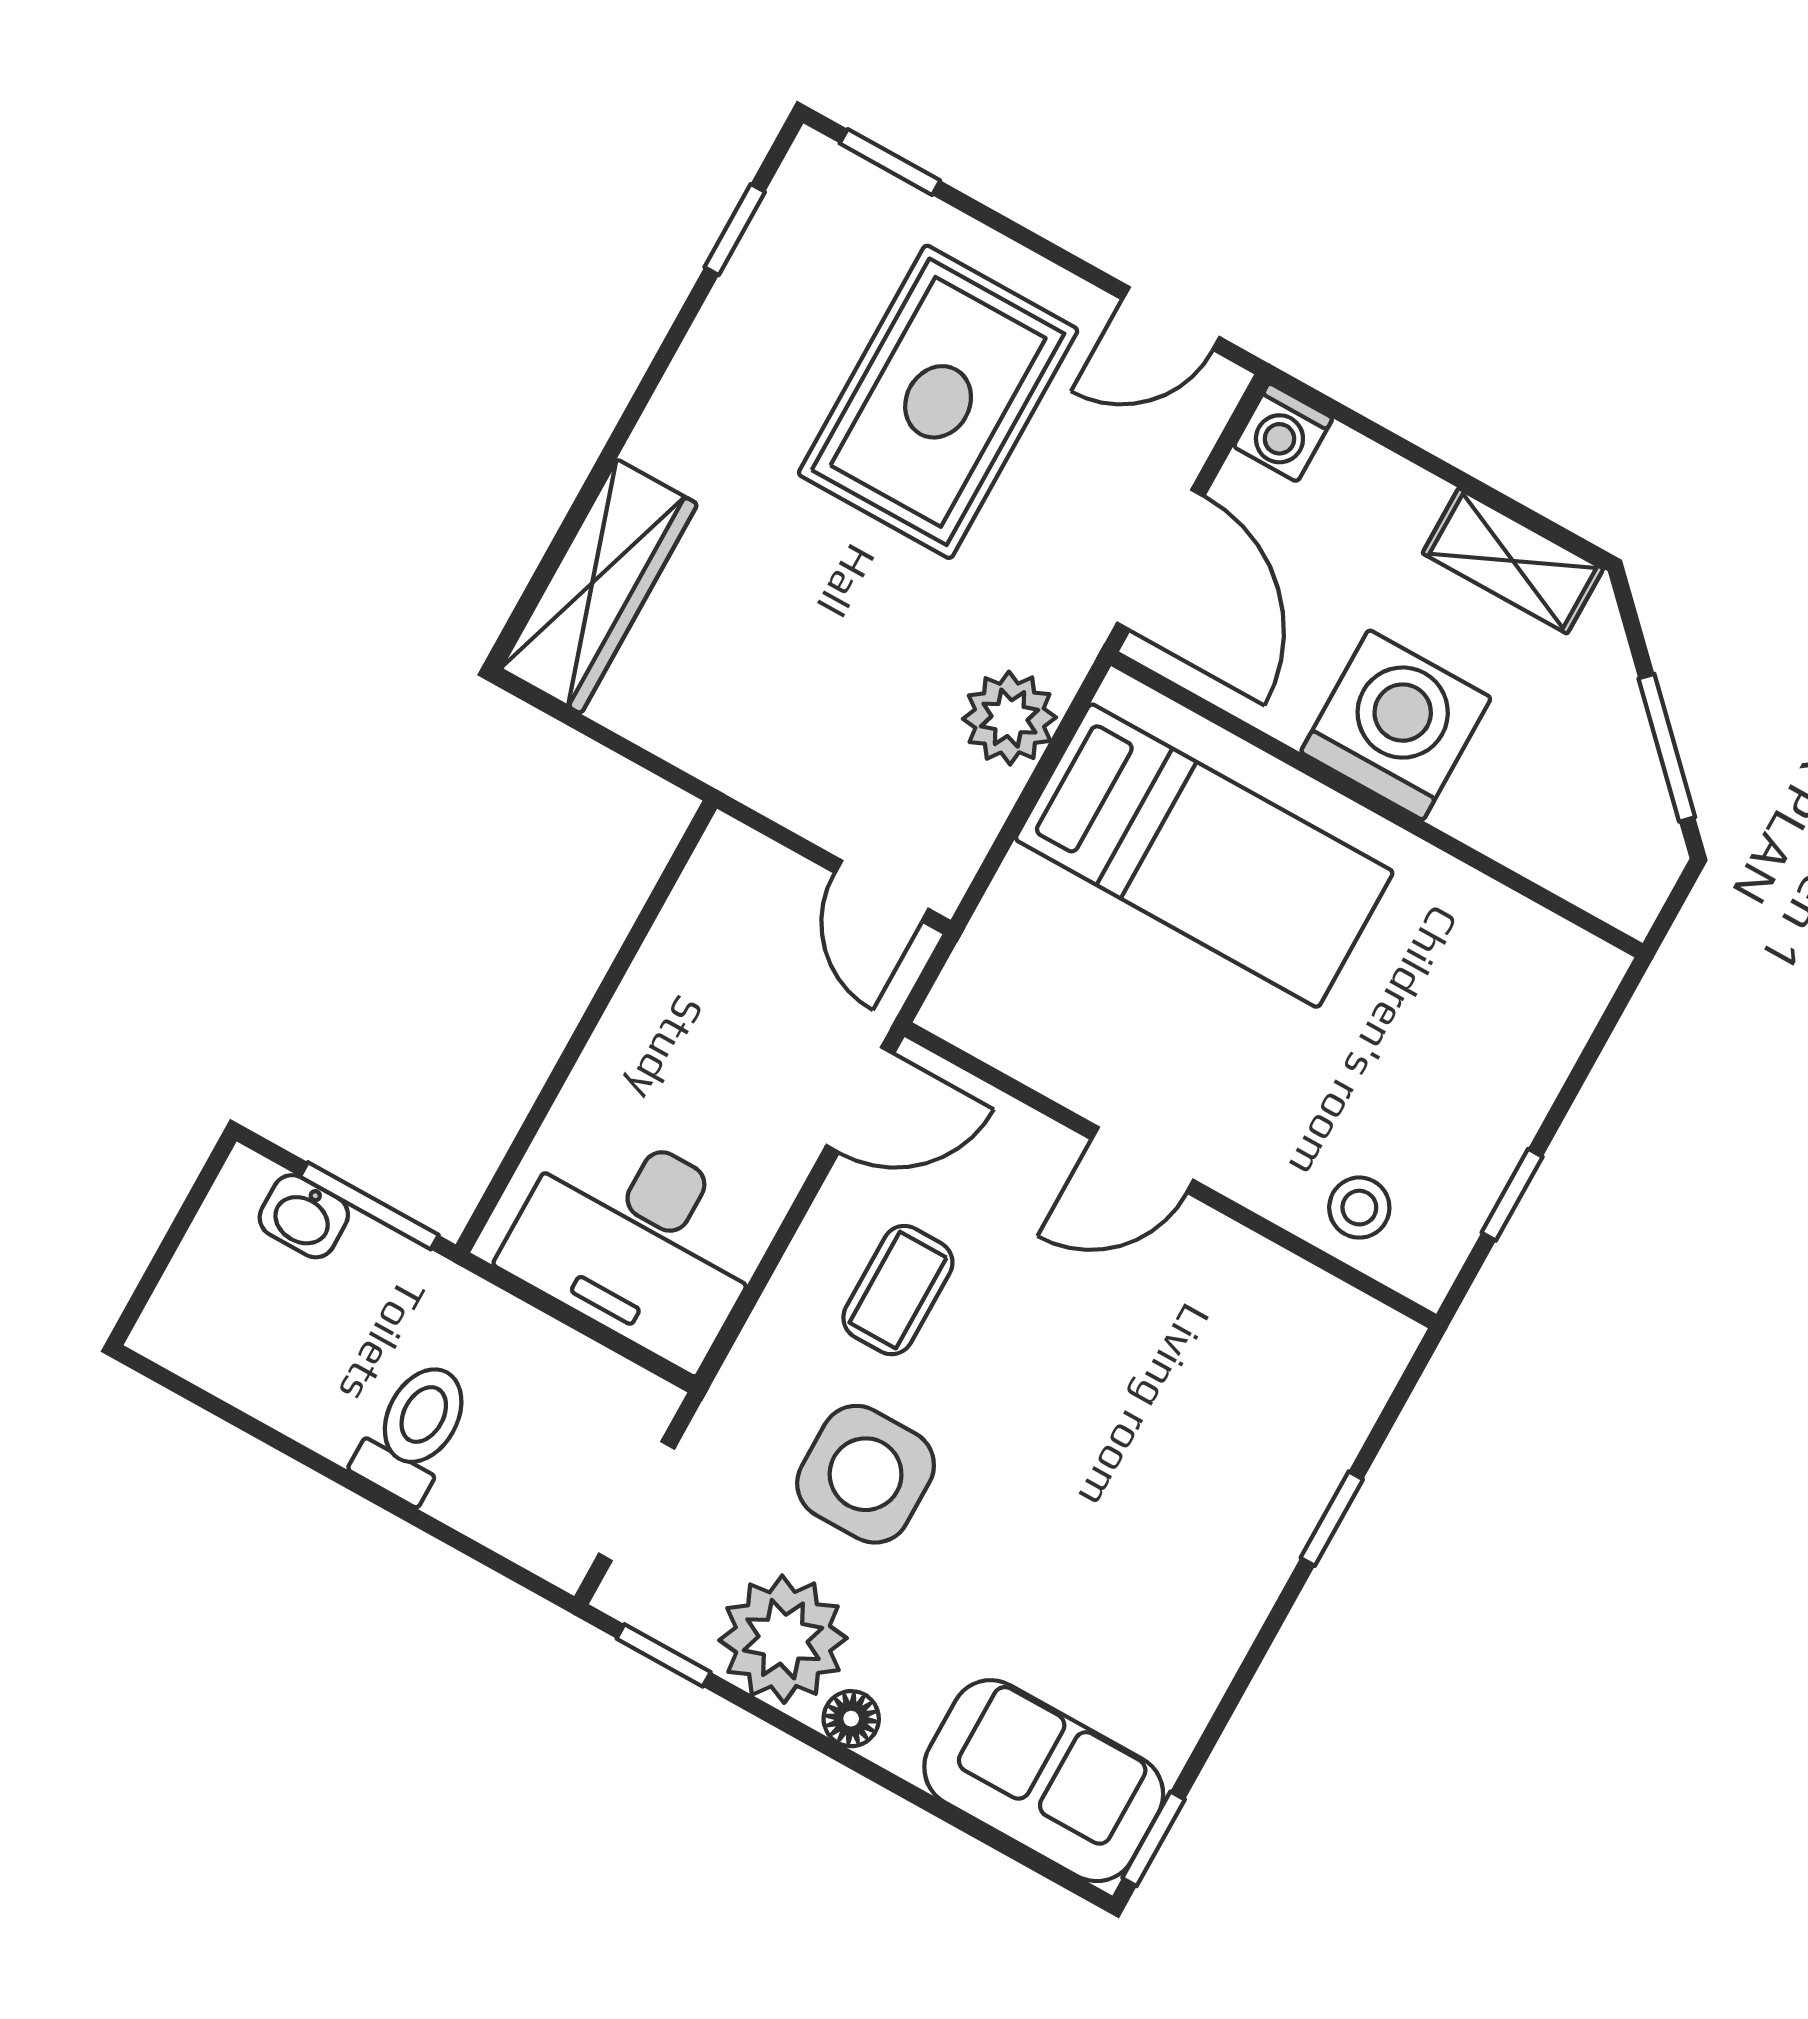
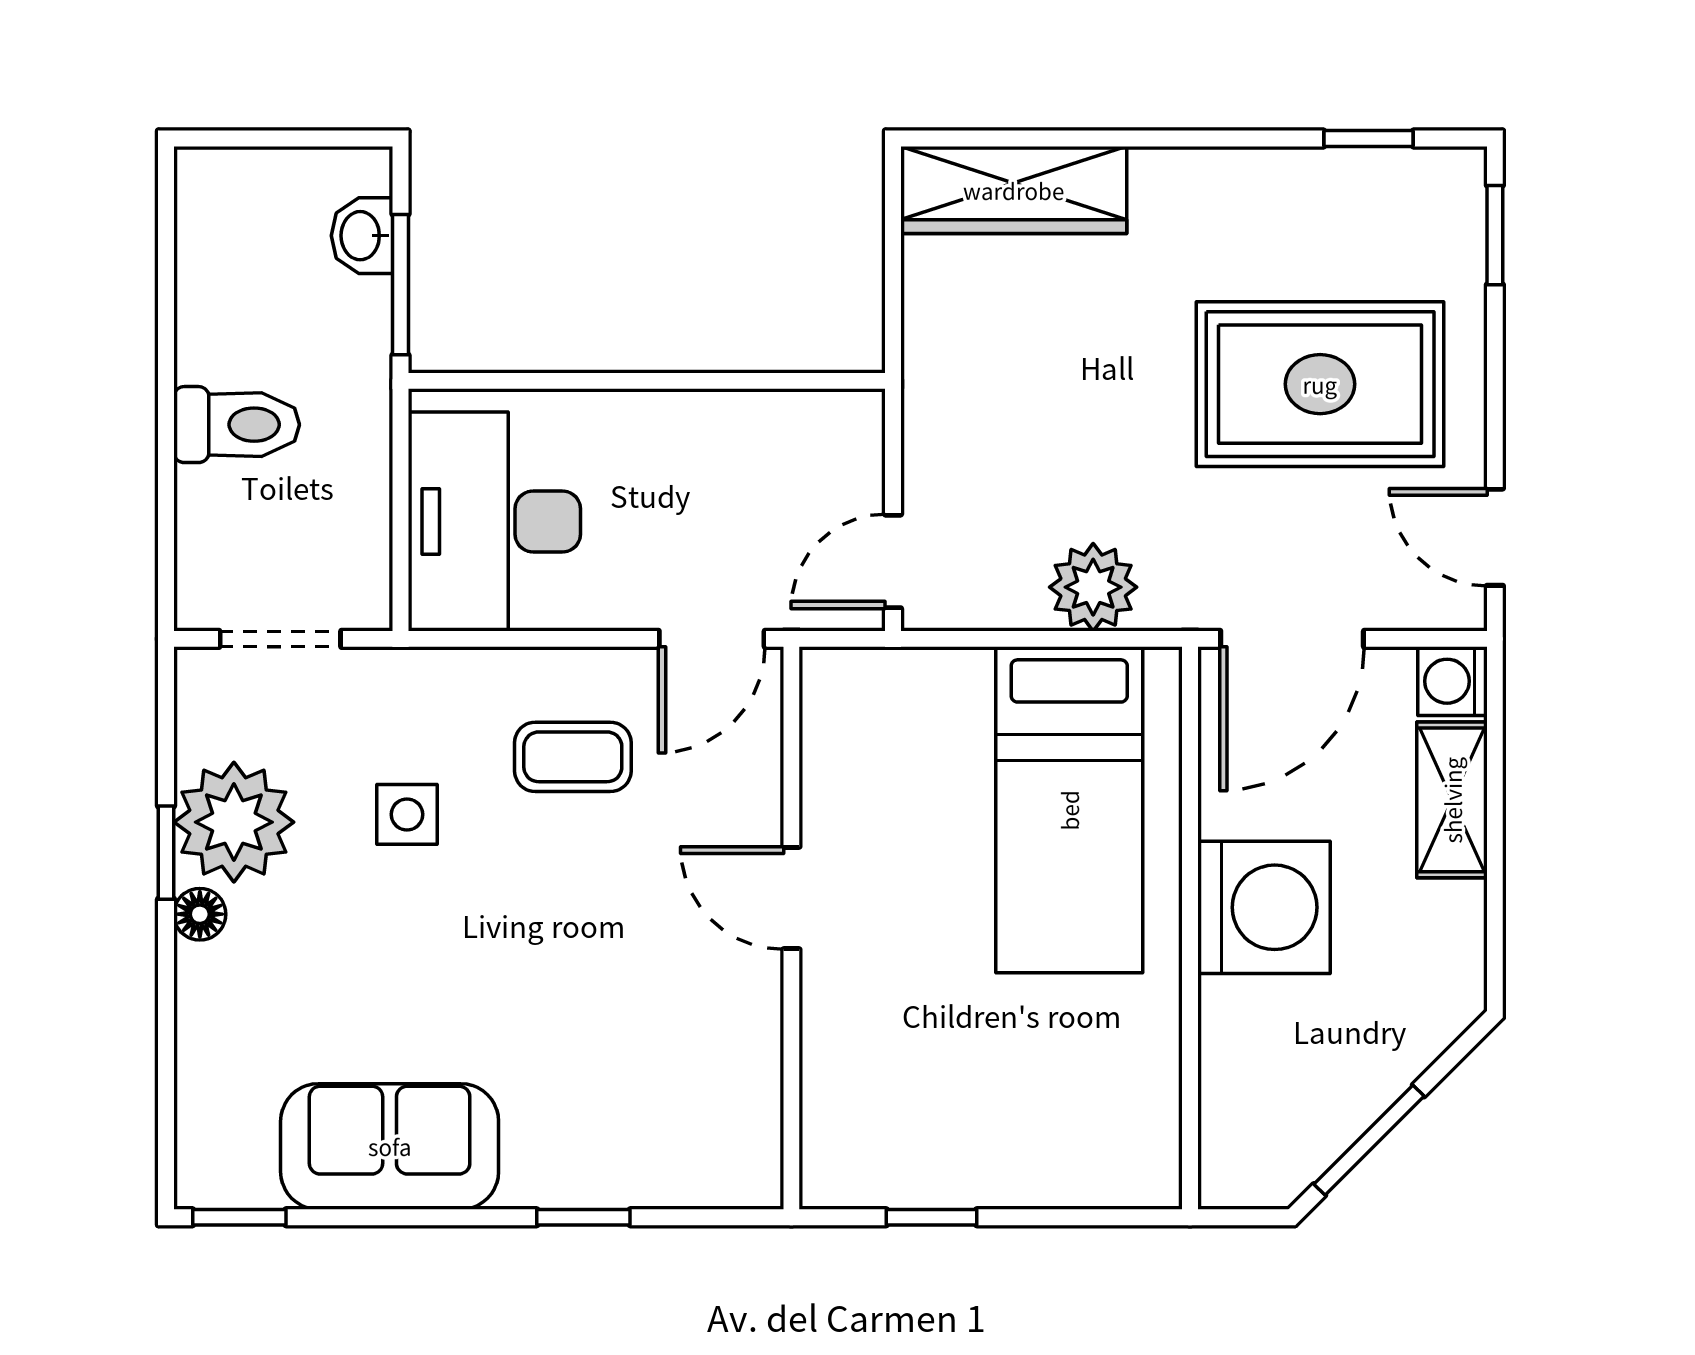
shelving: (1513, 561) -> (1452, 800), moved
door: (860, 1100) -> (712, 639), hinge flipped
stool: (1359, 1208) -> (851, 1098), removed
side table: (866, 1474) -> (407, 814), width x0.54, depth x0.54
window: (664, 1655) -> (166, 853), moved
sofa: (1044, 1781) -> (390, 1146), moved, turned -90

